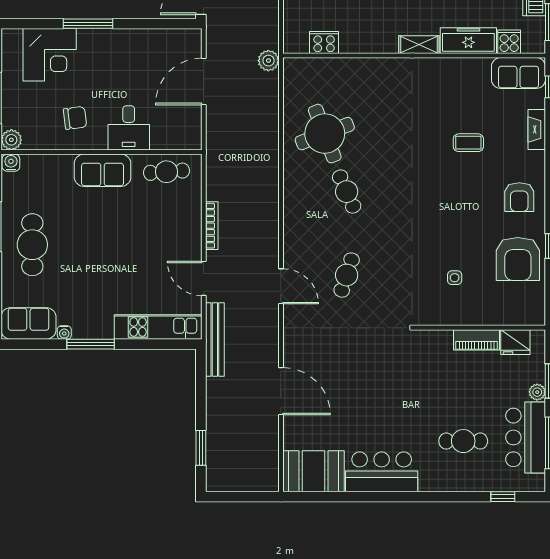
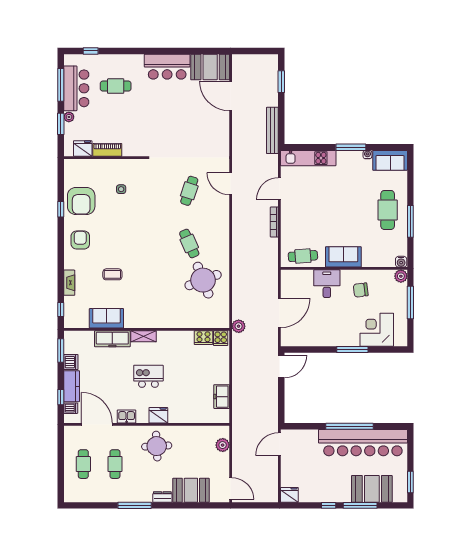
cooker: (509, 42) -> (221, 338), moved
sofa: (518, 73) -> (106, 318), moved
armchair: (518, 259) -> (81, 201), turned 180
door: (204, 278) -> (279, 189), swing flipped
bench: (215, 339) -> (272, 130), moved
door: (281, 391) -> (231, 96), moved

